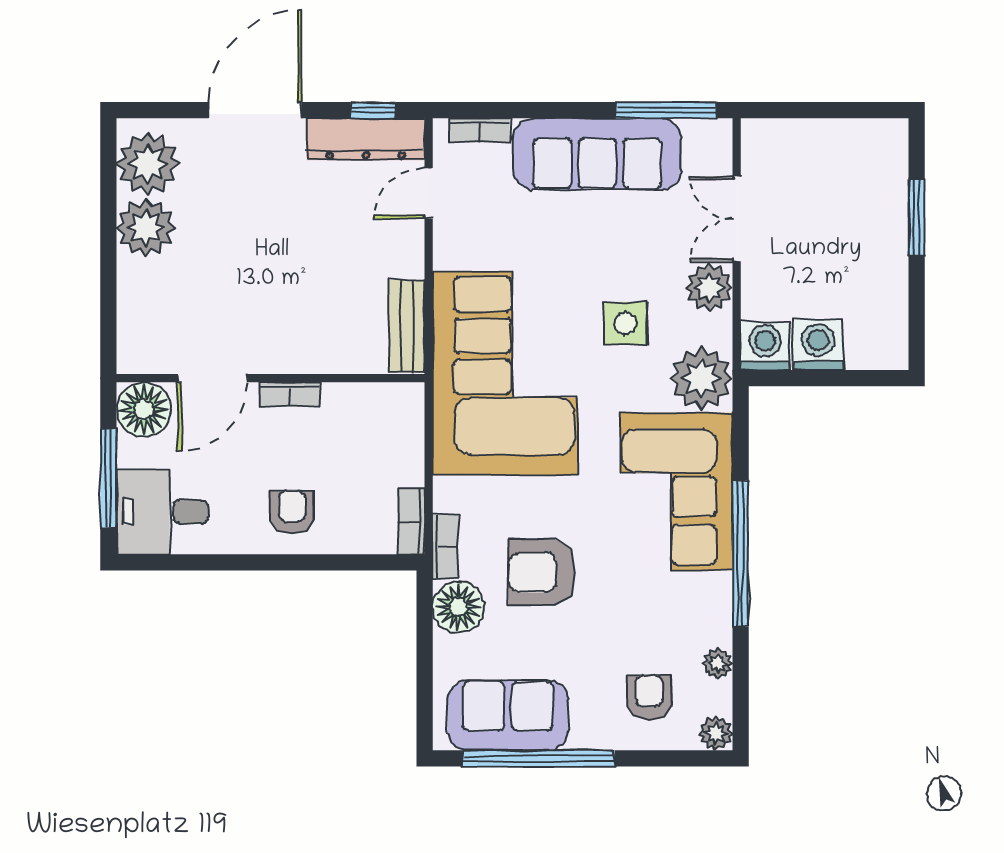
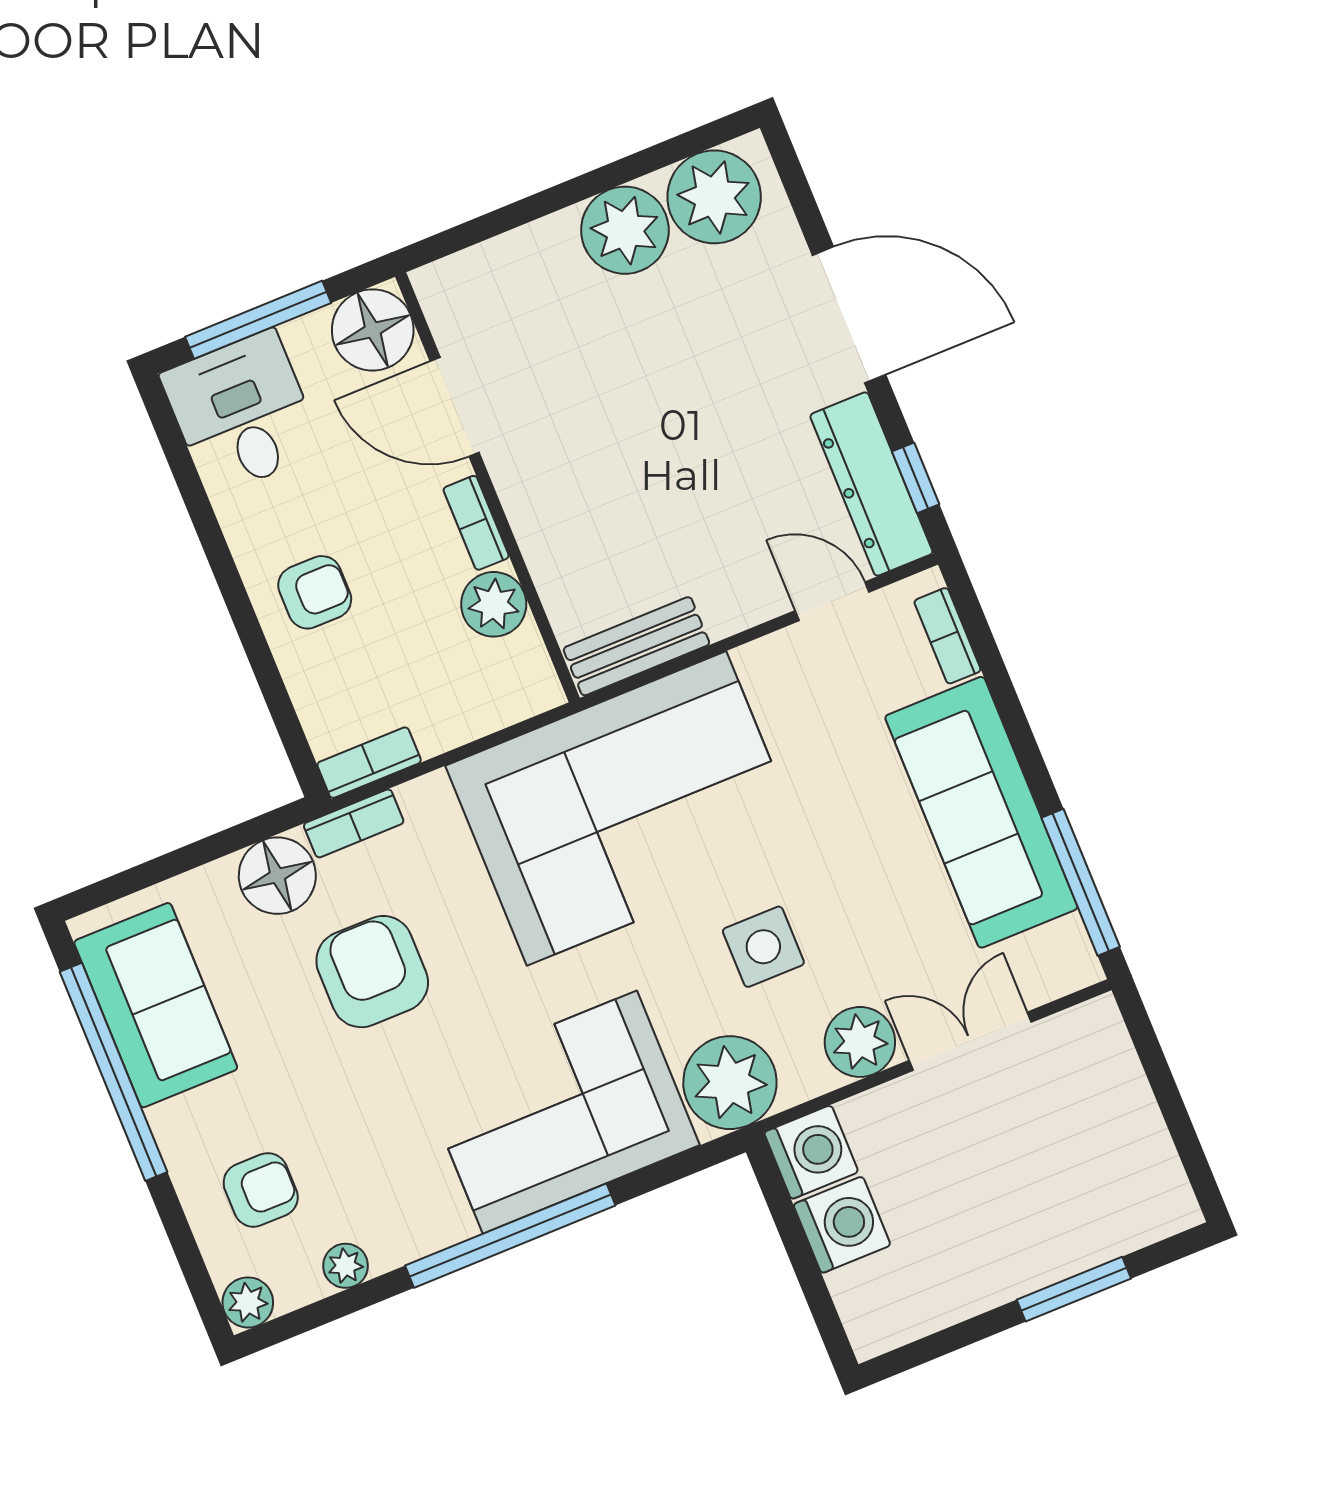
plant: (345, 404) -> (494, 604), added

